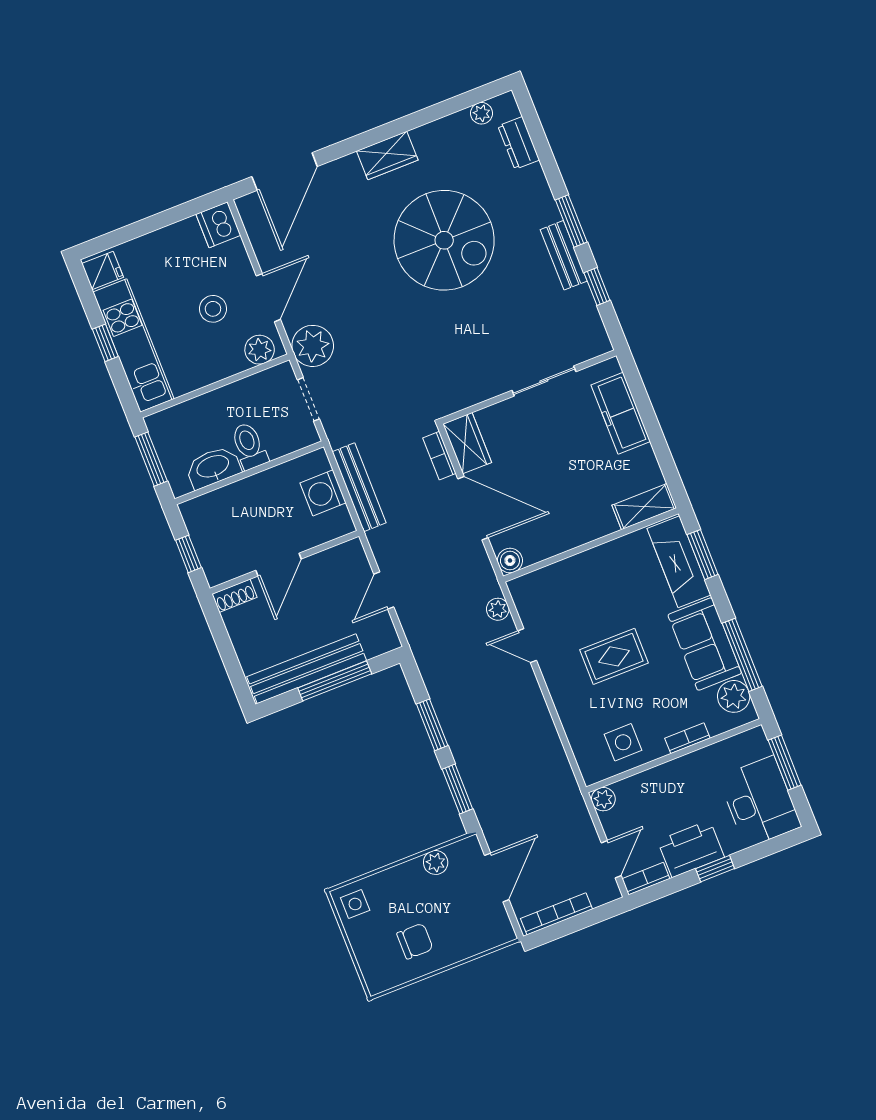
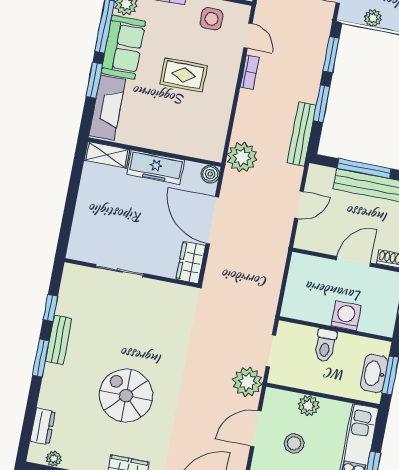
spiral stairs: (444, 240) -> (126, 396), width x0.73, depth x0.73
plant: (260, 350) -> (308, 405), moved
freezer: (621, 413) -> (156, 167), moved, turned 90
bookcase: (439, 456) -> (250, 72), moved
washbasin: (213, 467) -> (374, 373), moved, turned 90
bench: (359, 487) -> (302, 134), moved
washing machine: (323, 493) -> (346, 316), moved, turned -90
window: (703, 555) -> (94, 80), moved
plant: (498, 609) -> (242, 157), width x1.88, depth x1.88
door: (527, 646) -> (248, 36), moved

